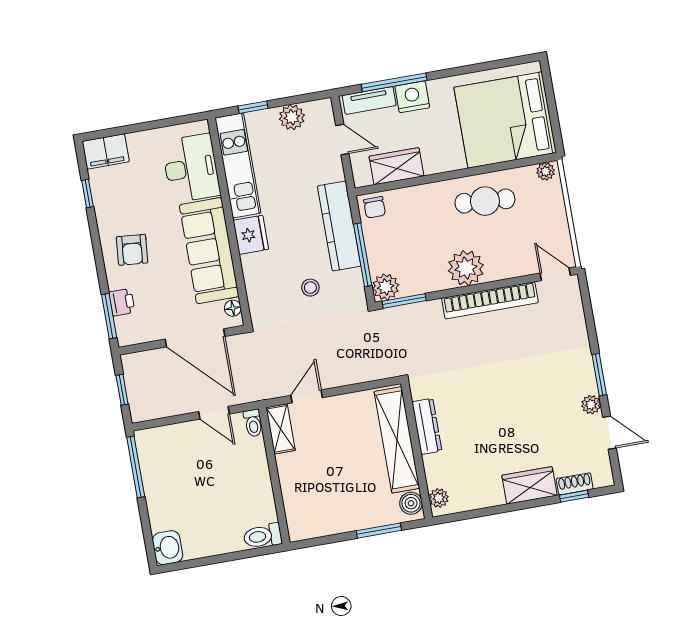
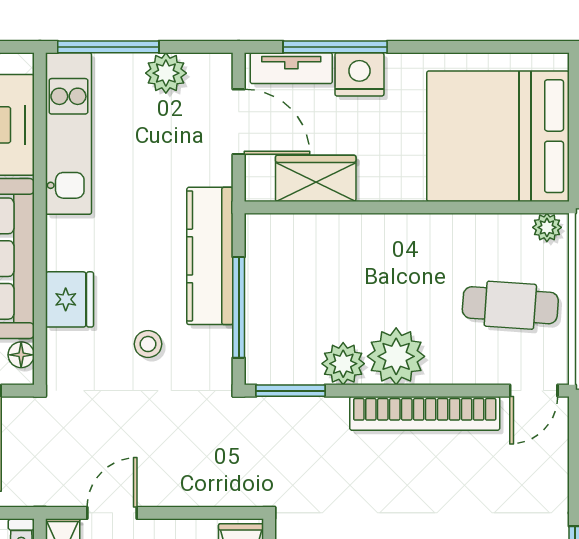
window: (253, 107) -> (108, 47), width x2.17
door: (342, 140) -> (239, 122), width x1.38
cafe table: (485, 201) -> (510, 305), moved
chair: (375, 207) -> (270, 237), removed
fridge: (251, 235) -> (69, 299), moved
door: (555, 274) -> (534, 391), swing flipped
plant: (386, 287) -> (343, 364), moved

